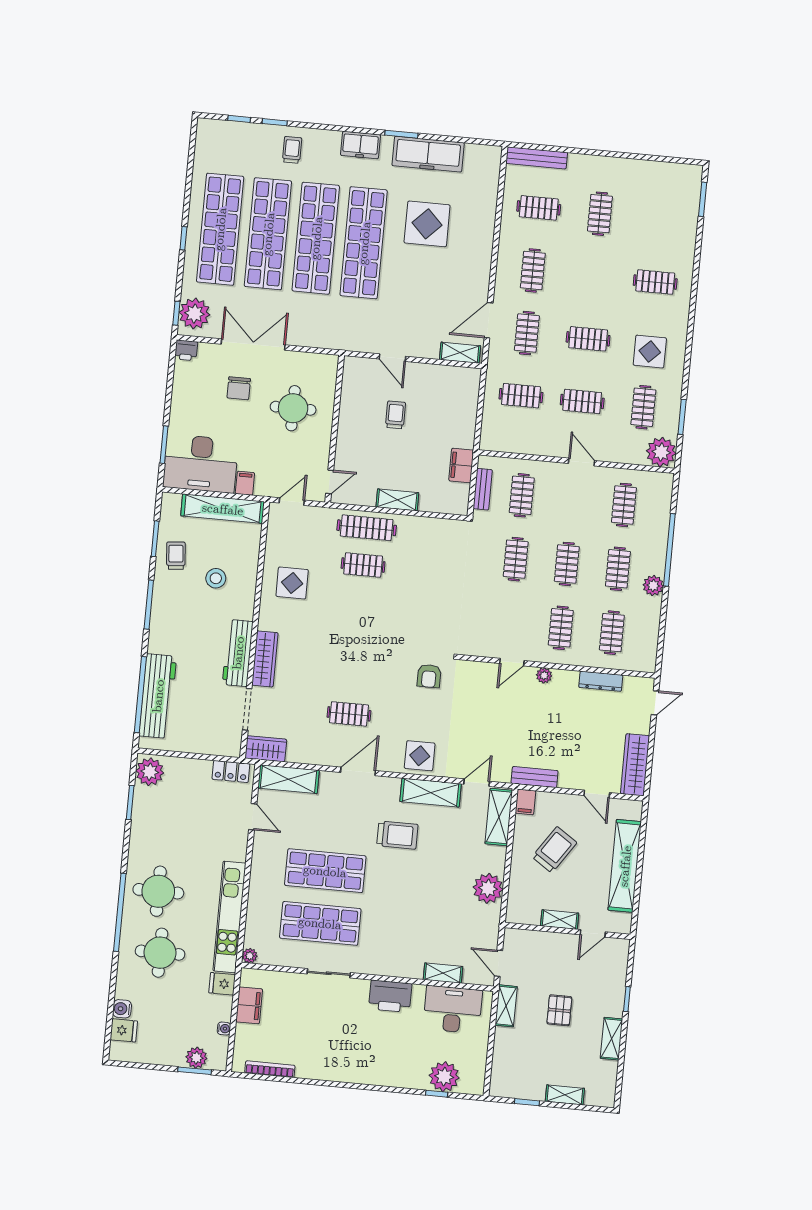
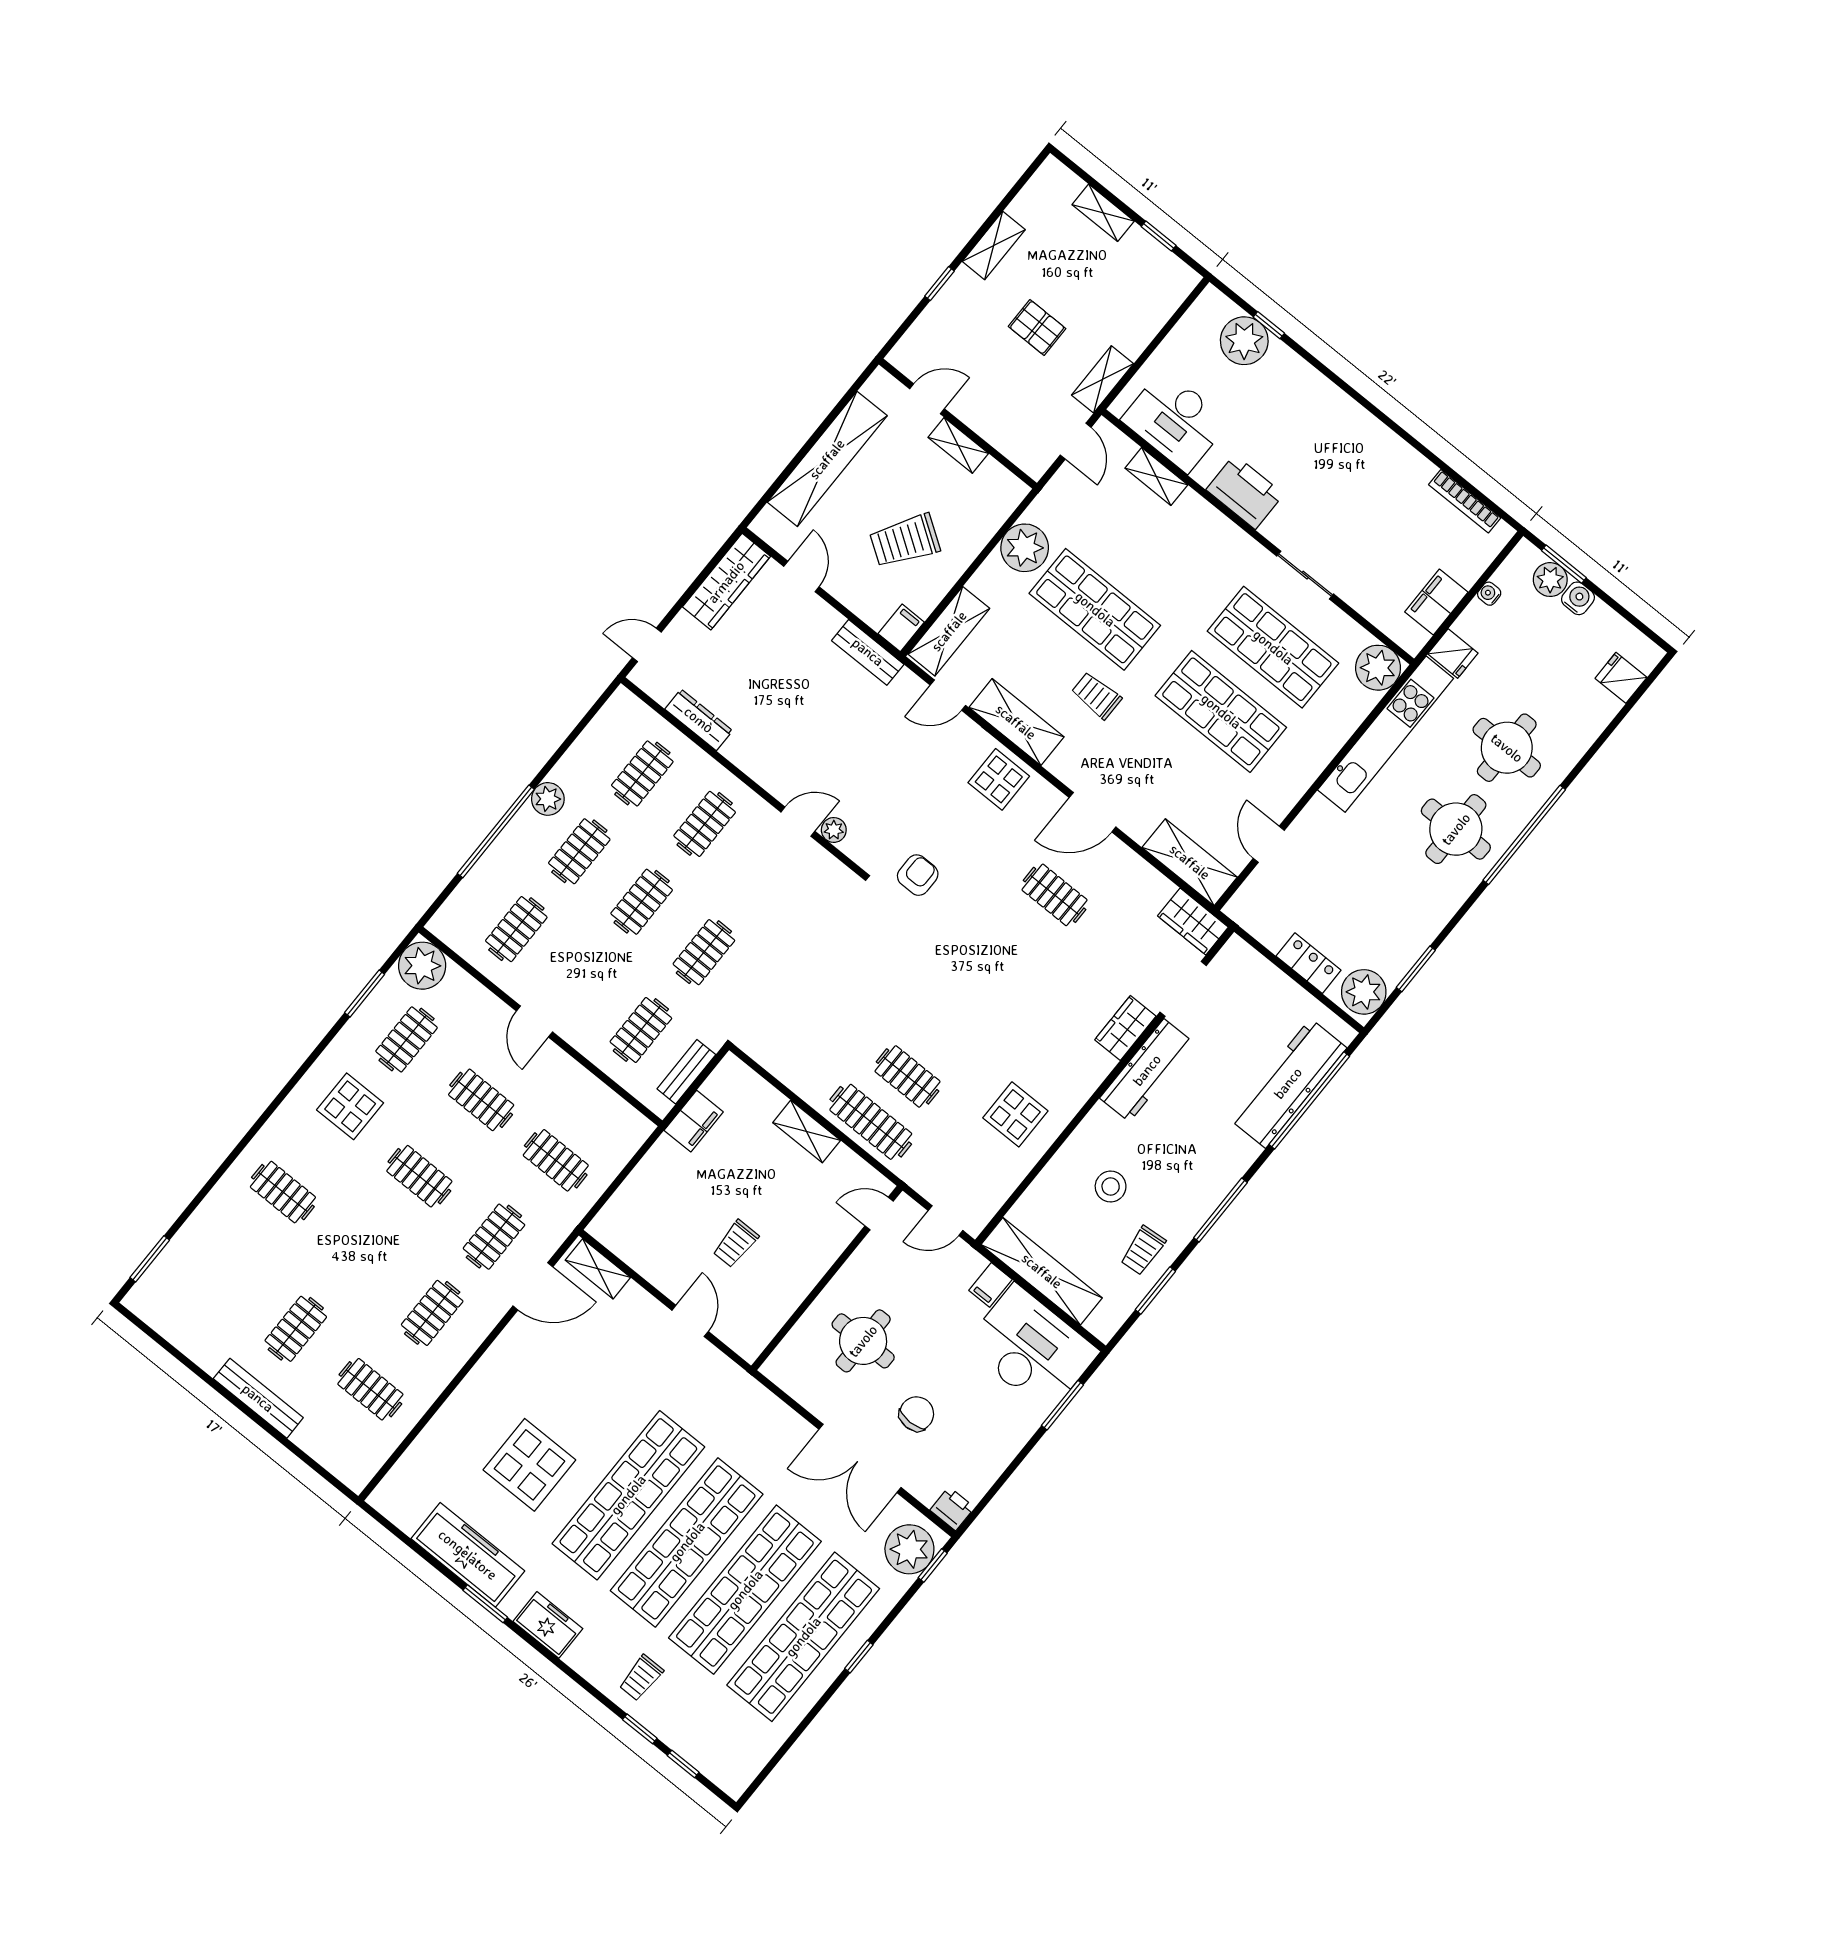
bench: (537, 158) -> (258, 1398), moved
wardrobe: (265, 659) -> (1125, 1028), width x0.67
plant: (544, 675) -> (834, 830), moved
locker: (231, 771) -> (1309, 963), moved
trolley: (397, 835) -> (1096, 696), width x0.73, depth x0.72
shop shelf: (429, 880) -> (1095, 609), added
plant: (250, 956) -> (1378, 668), width x1.87, depth x1.87
water cooler: (122, 1009) -> (1578, 598), moved, turned -90
pallet: (559, 1010) -> (1037, 327), turned 90

